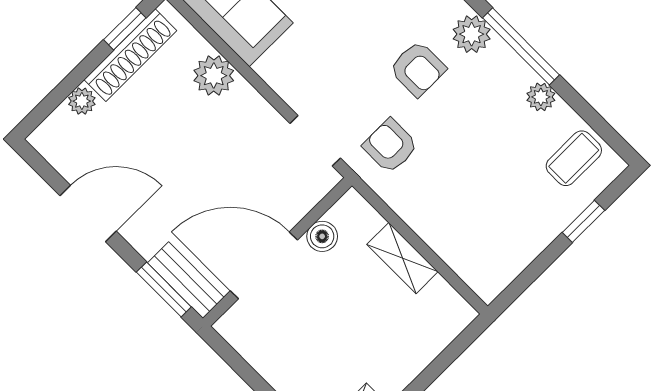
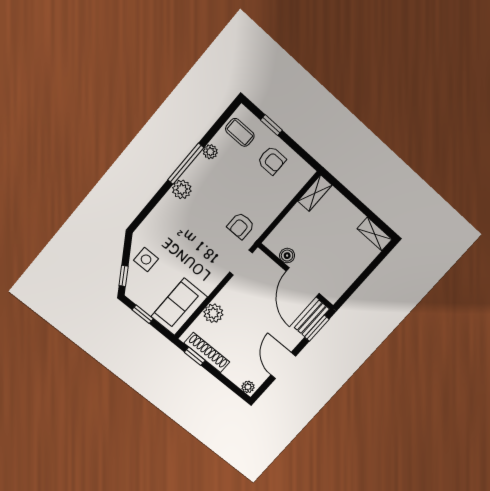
armchair: (418, 69) -> (272, 160), moved, turned 90
plant: (82, 101) -> (248, 387), moved
shelving: (402, 258) -> (315, 193), moved

